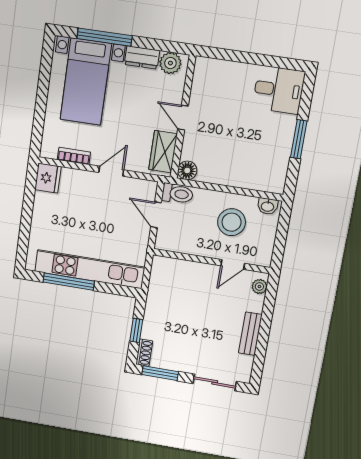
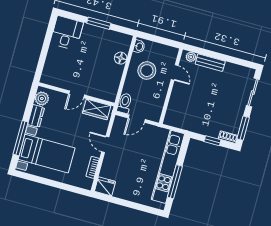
floor lamp: (187, 170) -> (121, 58), moved
bench: (250, 334) -> (210, 63), moved

